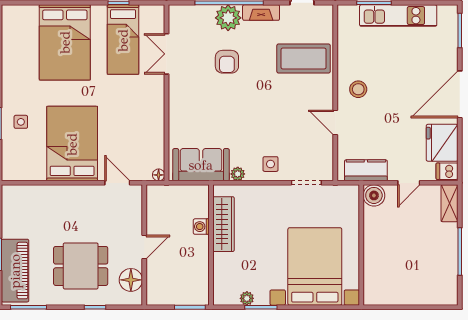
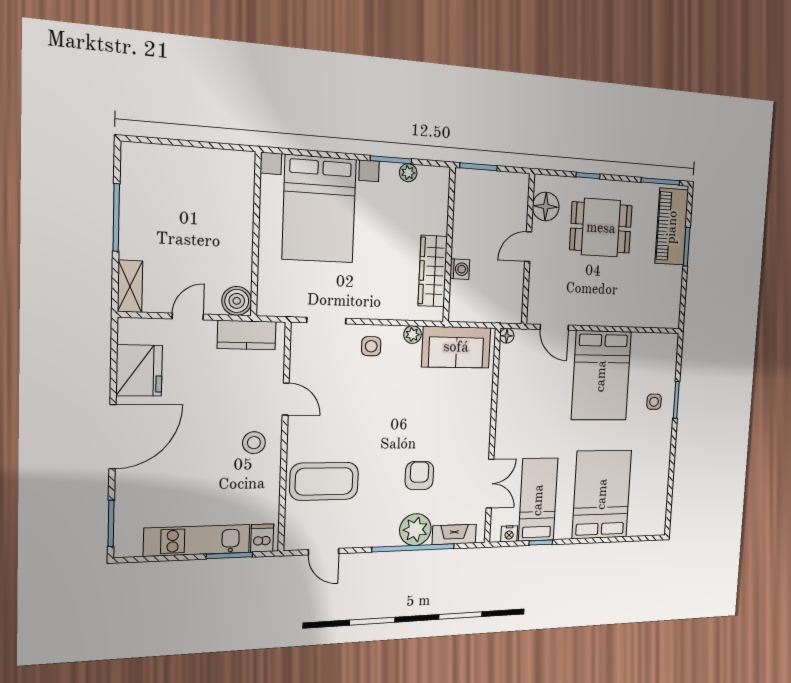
nightstand: (147, 11) -> (509, 534), added
fireplace: (261, 13) -> (454, 534), moved
dishwasher: (447, 171) -> (262, 538), moved, turned -90

